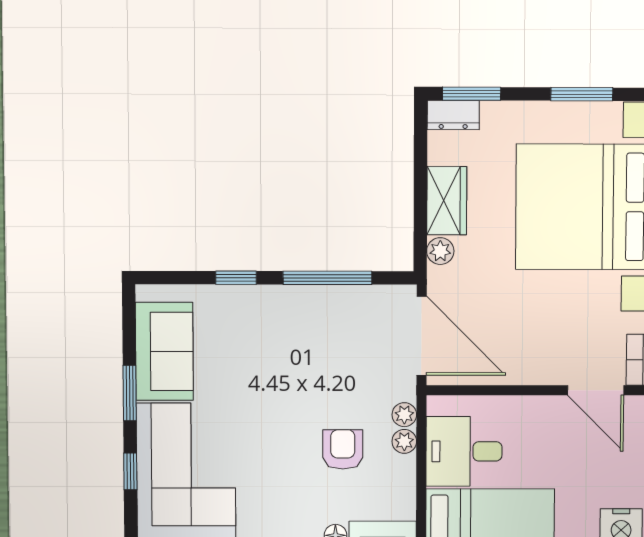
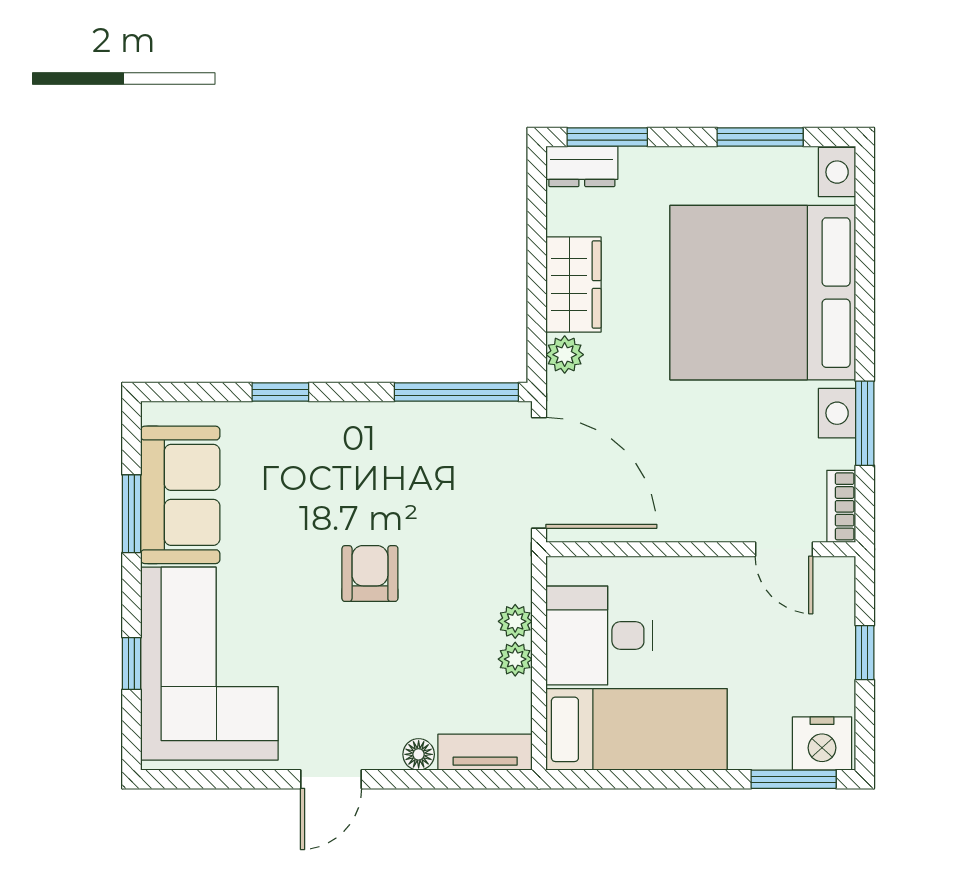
window: (328, 278) -> (456, 392), moved
door: (596, 390) -> (784, 549), width x0.73
window: (130, 393) -> (131, 514), moved
plant: (404, 415) -> (515, 659), moved
armchair: (343, 449) -> (370, 574), moved

